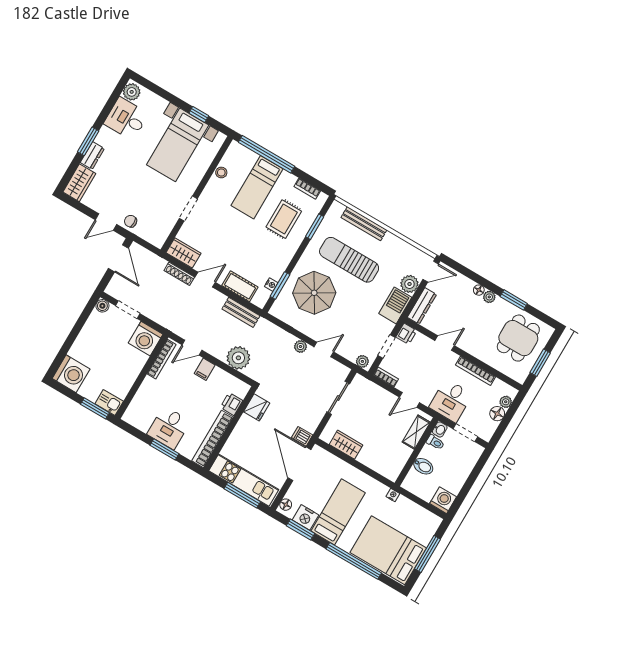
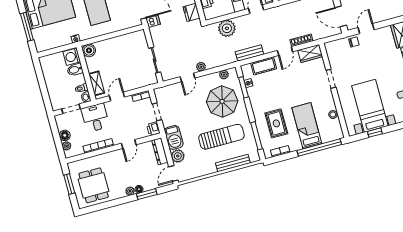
window: (315, 227) -> (257, 136), width x1.44
window: (514, 300) -> (147, 194), moved
plant: (362, 361) -> (224, 75), moved
wardrobe: (346, 445) -> (126, 40), removed
boiler: (391, 471) -> (89, 50), added
washing machine: (443, 500) -> (72, 57), moved, turned 90

